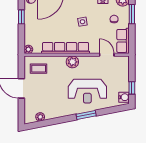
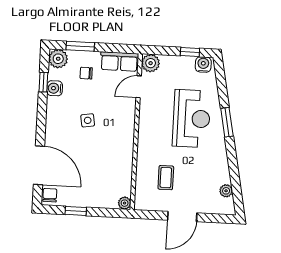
row of seats: (66, 48) -> (125, 148), removed
plant: (72, 62) -> (151, 63), moved
coffee table: (39, 69) -> (166, 178), moved

